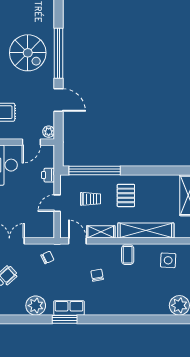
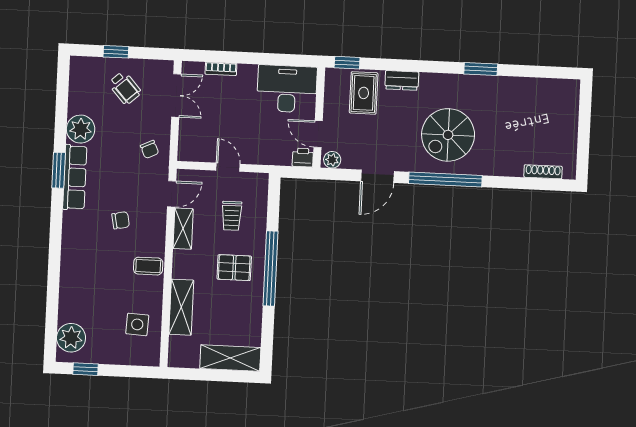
window: (95, 171) -> (270, 269), moved
printer: (48, 175) -> (303, 158), moved
shelving: (146, 231) -> (181, 307), width x0.68
row of seats: (69, 308) -> (75, 177), width x1.48

